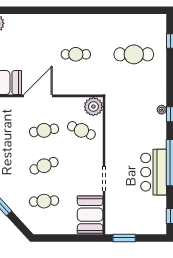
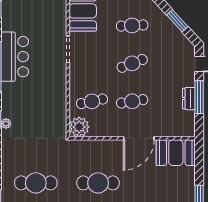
cafe table: (76, 54) -> (98, 183), width x1.37, depth x1.35
cafe table: (81, 130) -> (92, 101), turned -36

